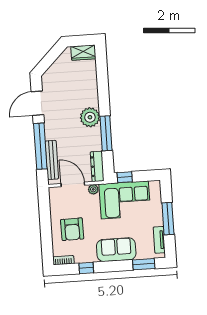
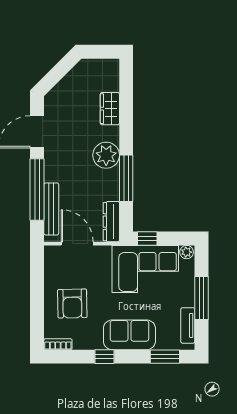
wardrobe: (83, 53) -> (110, 109), moved, turned 90
plant: (93, 189) -> (187, 252), moved
window: (86, 268) -> (105, 357), moved

